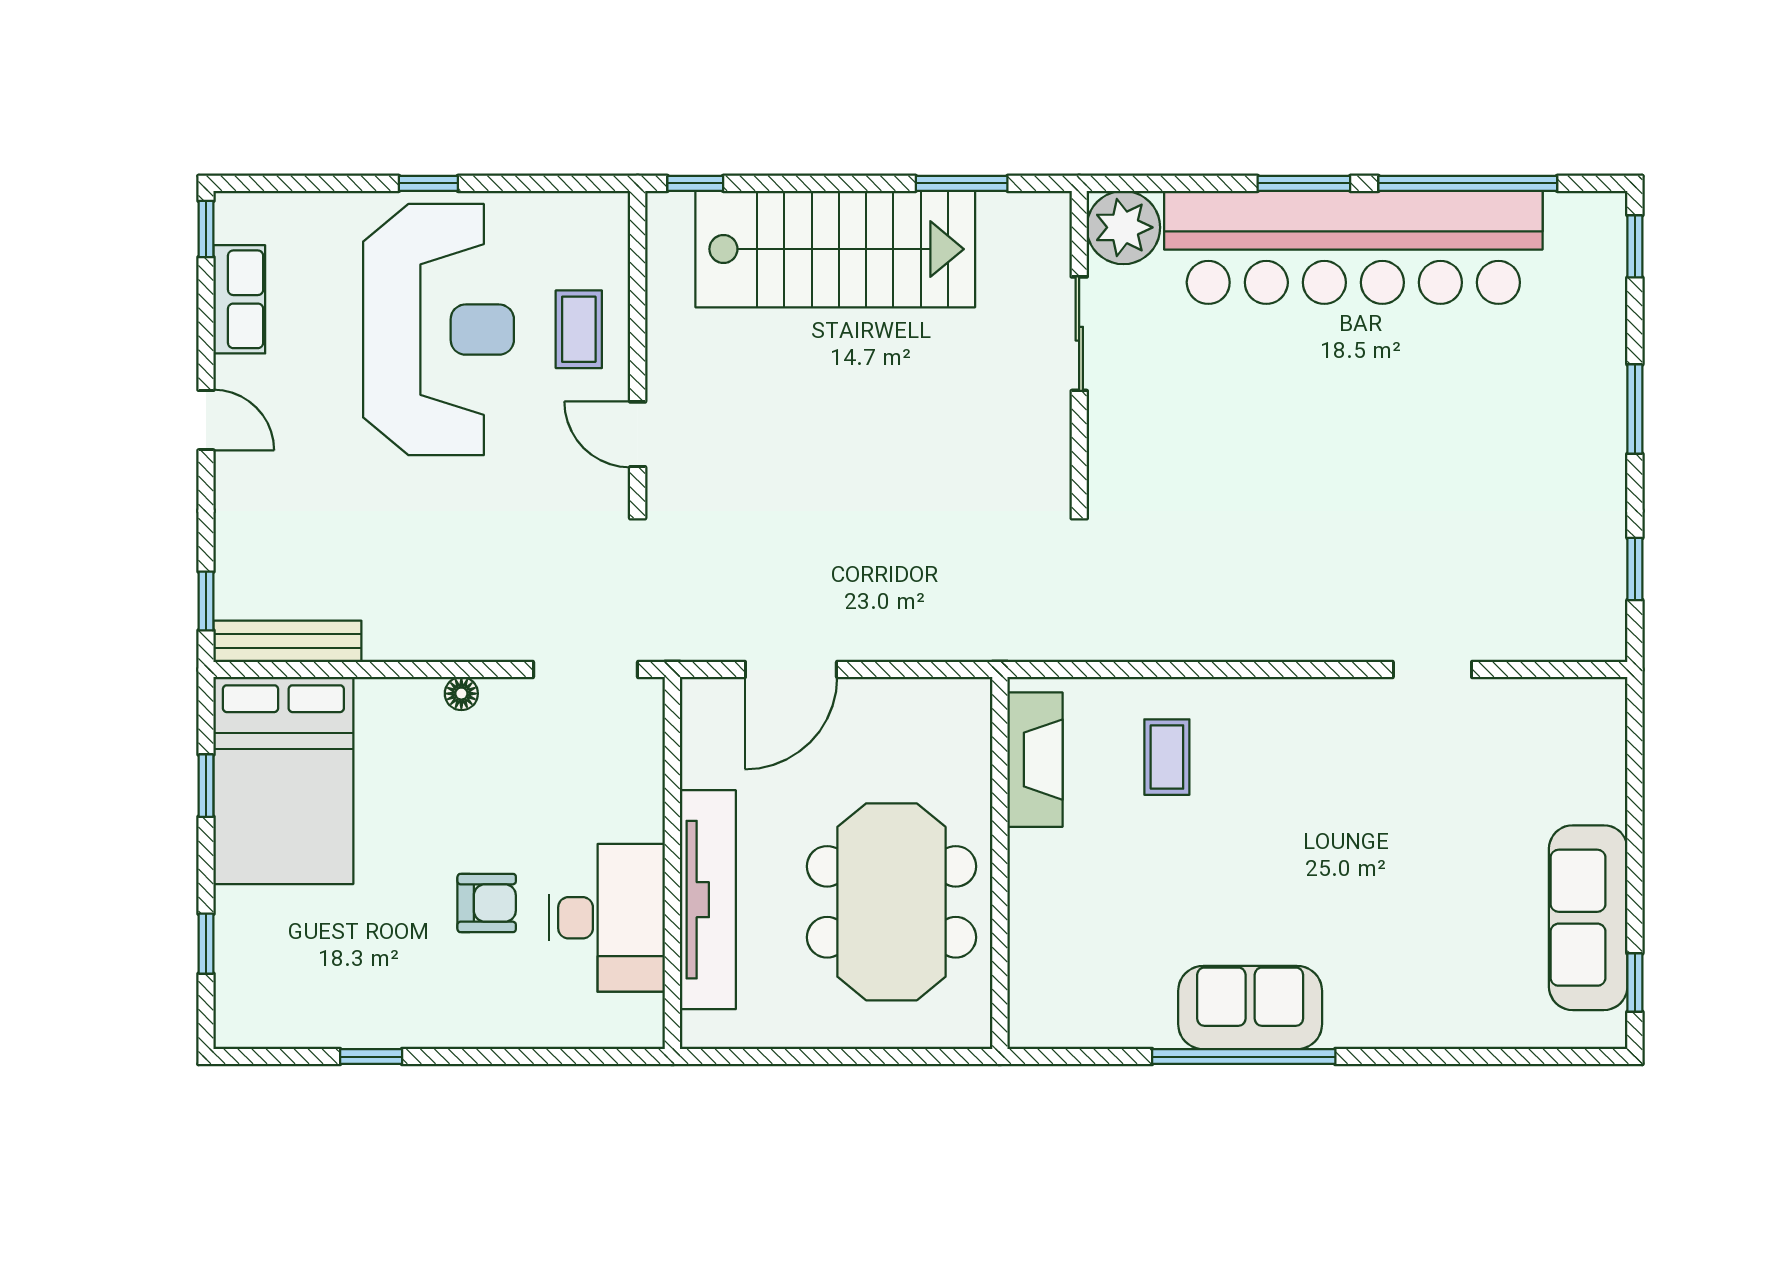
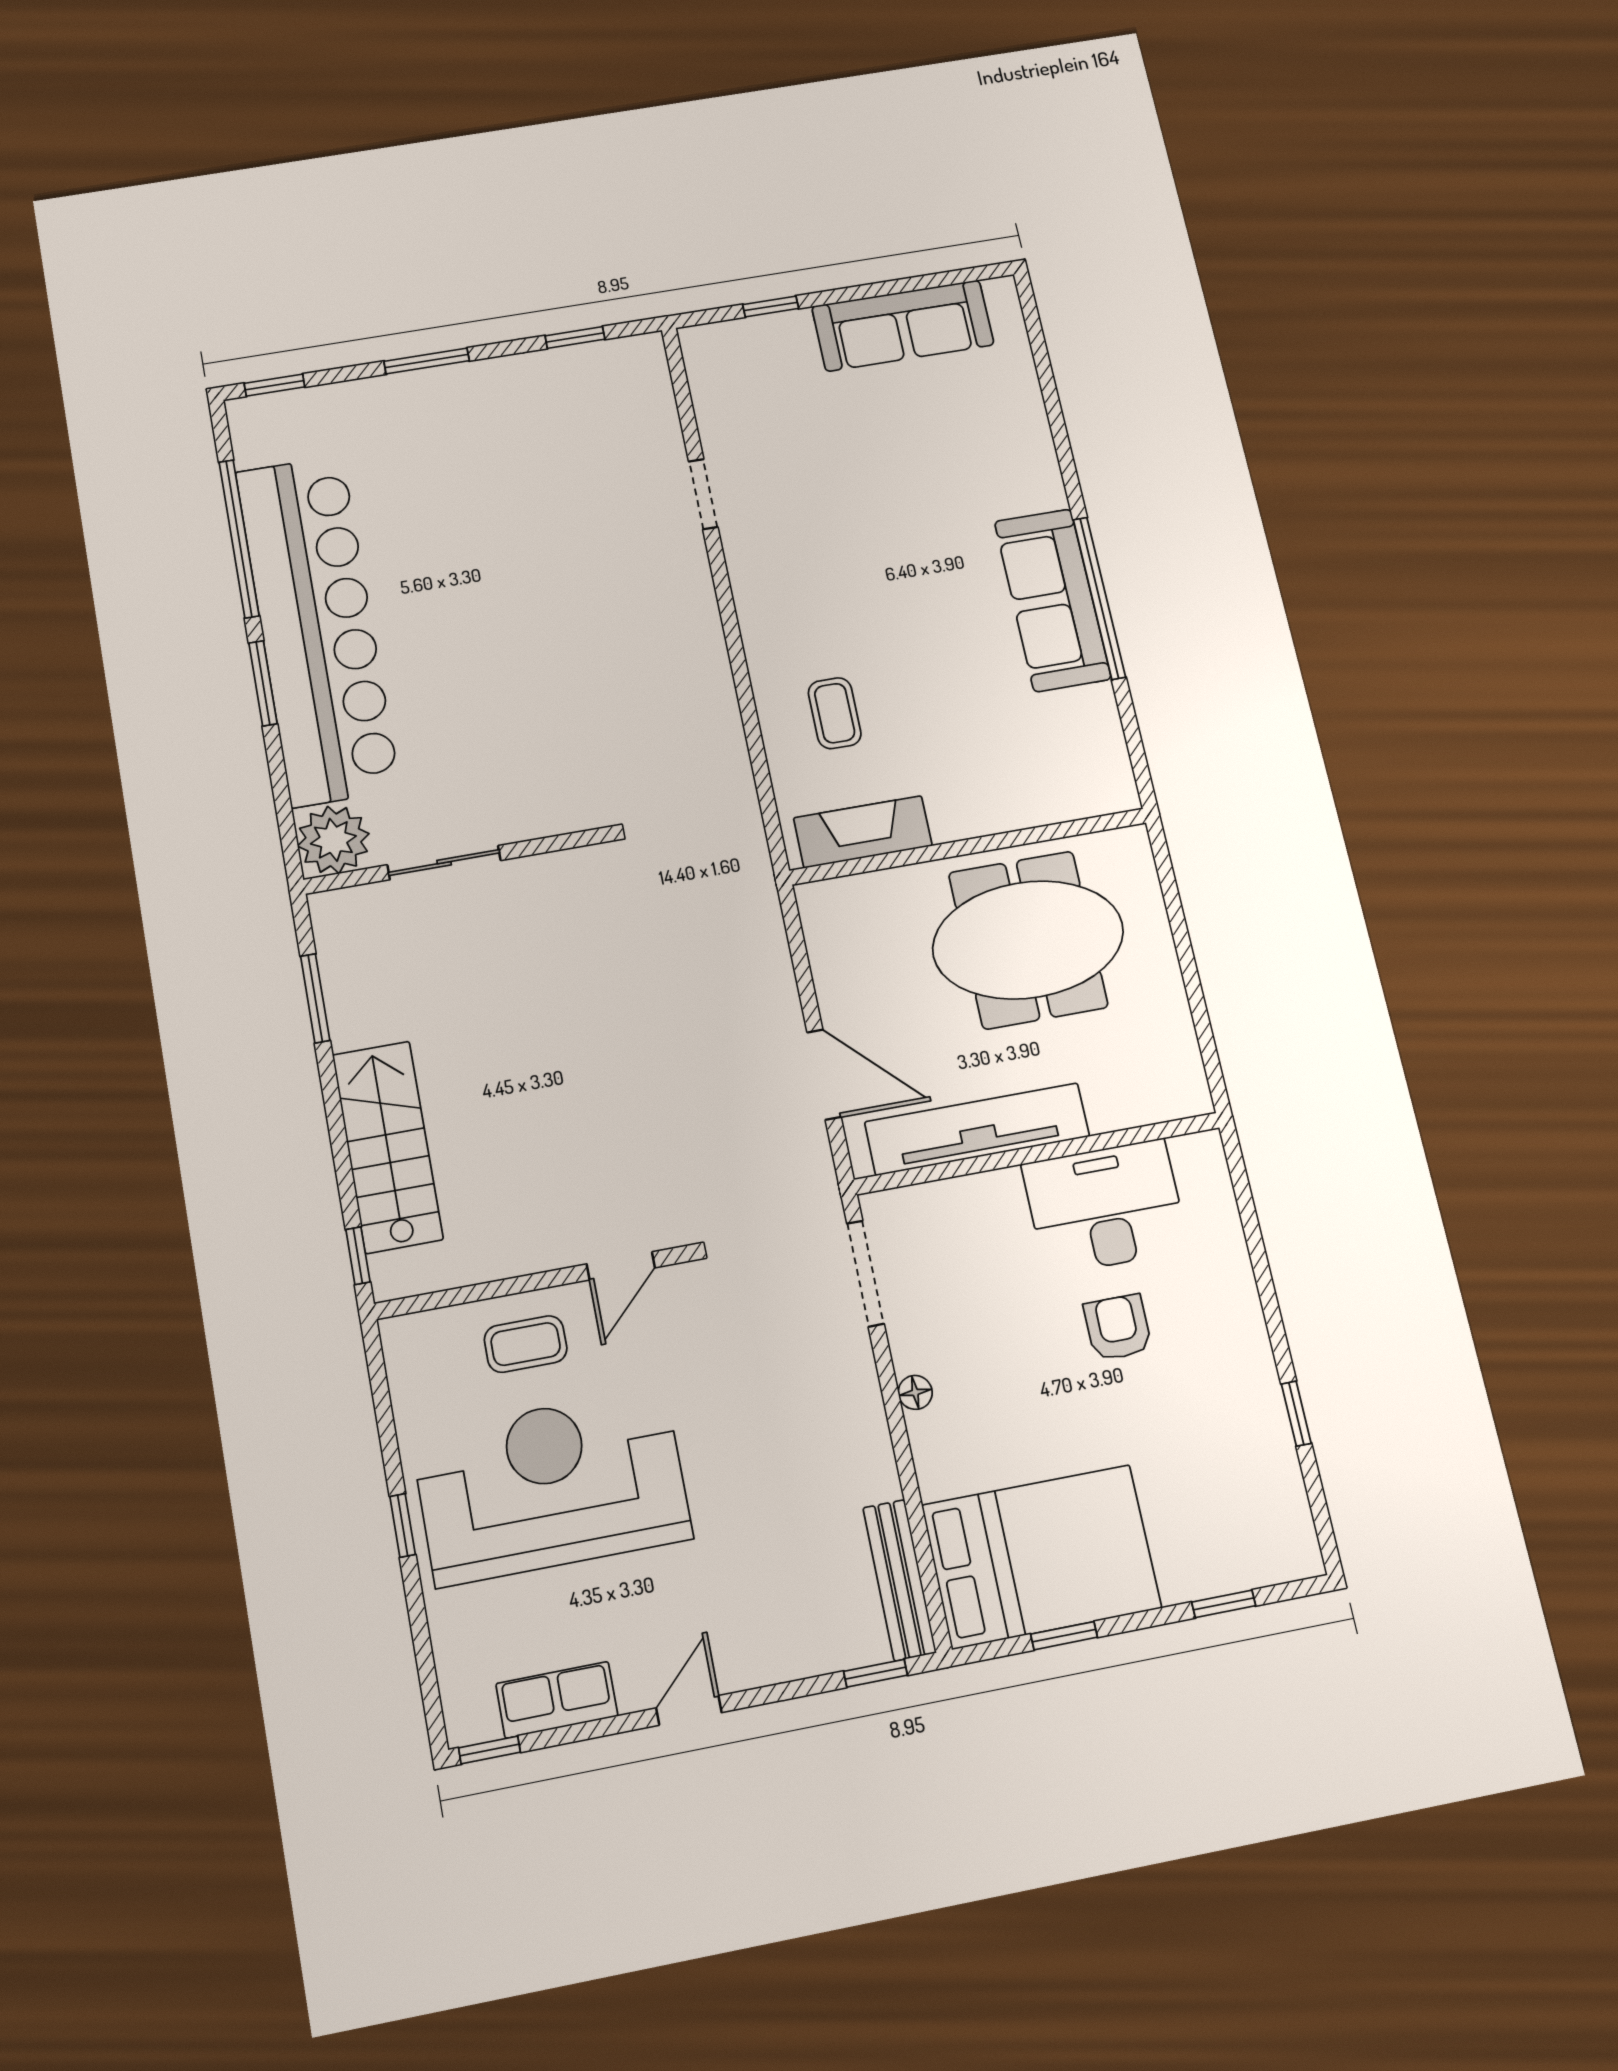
stairs: (835, 249) -> (387, 1147), width x0.73, depth x0.66
coffee table: (1167, 757) -> (835, 713), turned 90
tv unit: (708, 900) -> (977, 1129), moved
window: (1635, 983) -> (771, 306), moved
sofa: (1250, 1008) -> (1053, 600), width x1.36

